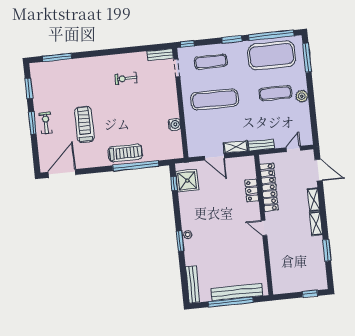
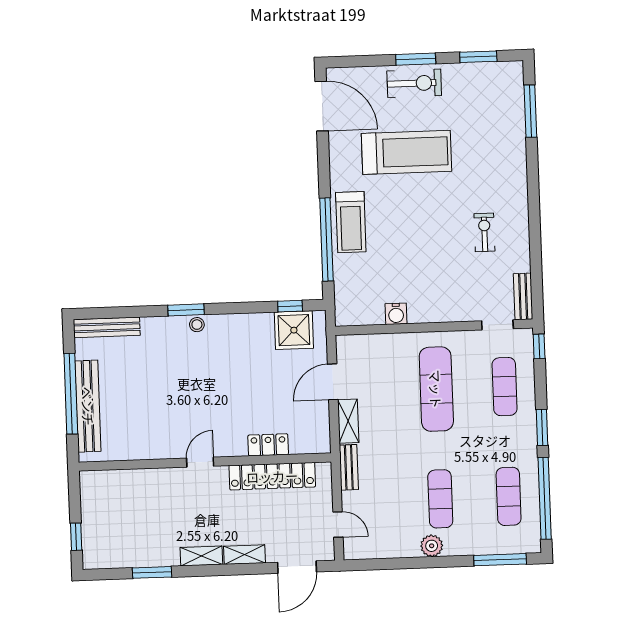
exercise mat: (272, 55) -> (509, 496), width x0.50, depth x0.69
exercise bike: (46, 123) -> (414, 83), width x1.38, depth x1.39
treadmill: (84, 125) -> (407, 152), width x1.37, depth x1.37

